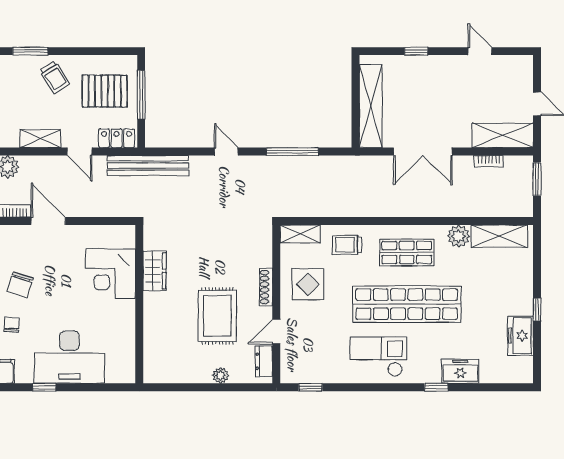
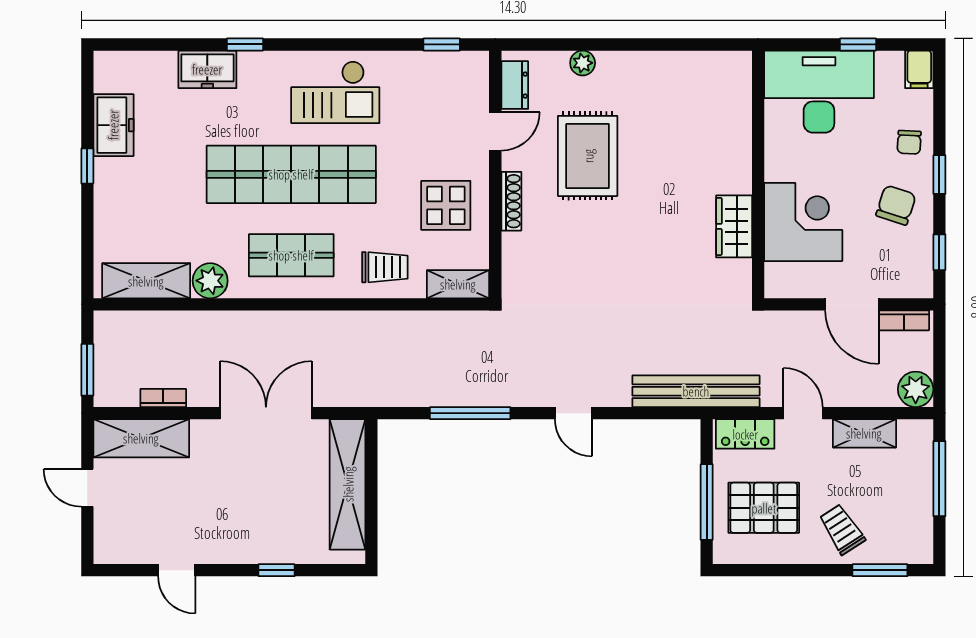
wardrobe: (155, 271) -> (734, 226), moved
corner desk: (110, 274) -> (803, 222), moved
wall: (139, 304) -> (758, 174), moved

